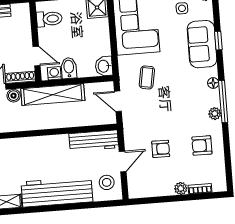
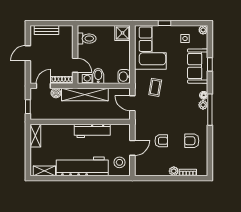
plant: (215, 114) -> (203, 105), moved
workbench: (94, 141) -> (92, 131), moved

